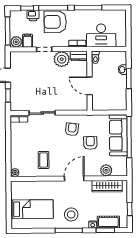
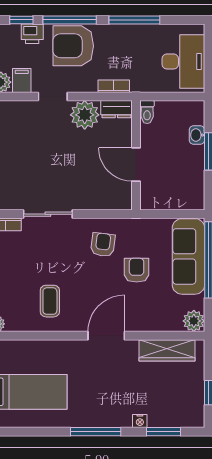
desk: (101, 35) -> (183, 61), moved, turned -90
plant: (106, 170) -> (194, 321), moved
stool: (71, 214) -> (100, 402), removed
cot: (108, 222) -> (169, 417), removed

